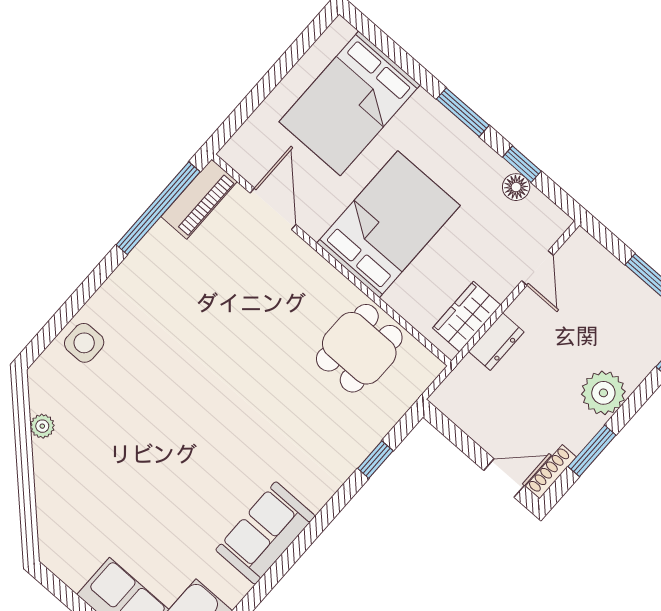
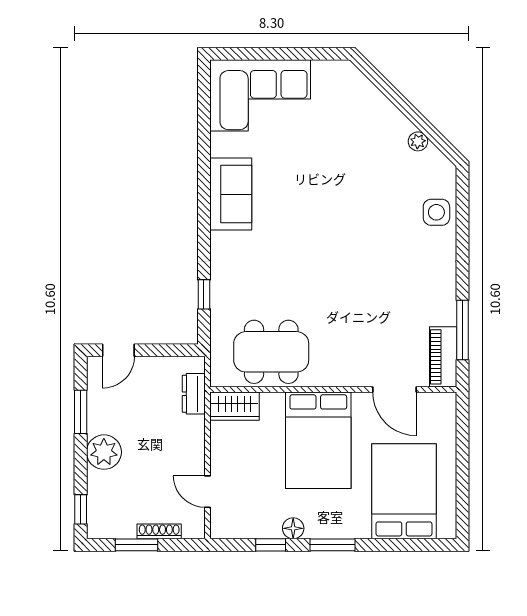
floor lamp: (516, 187) -> (293, 528), moved
window: (158, 208) -> (463, 330), width x0.68
wardrobe: (467, 317) -> (235, 406), moved, turned 90
dresser: (496, 342) -> (194, 394), moved
dining table: (359, 348) -> (271, 352), width x1.37
shoe rack: (551, 472) -> (159, 531), moved, turned -90

